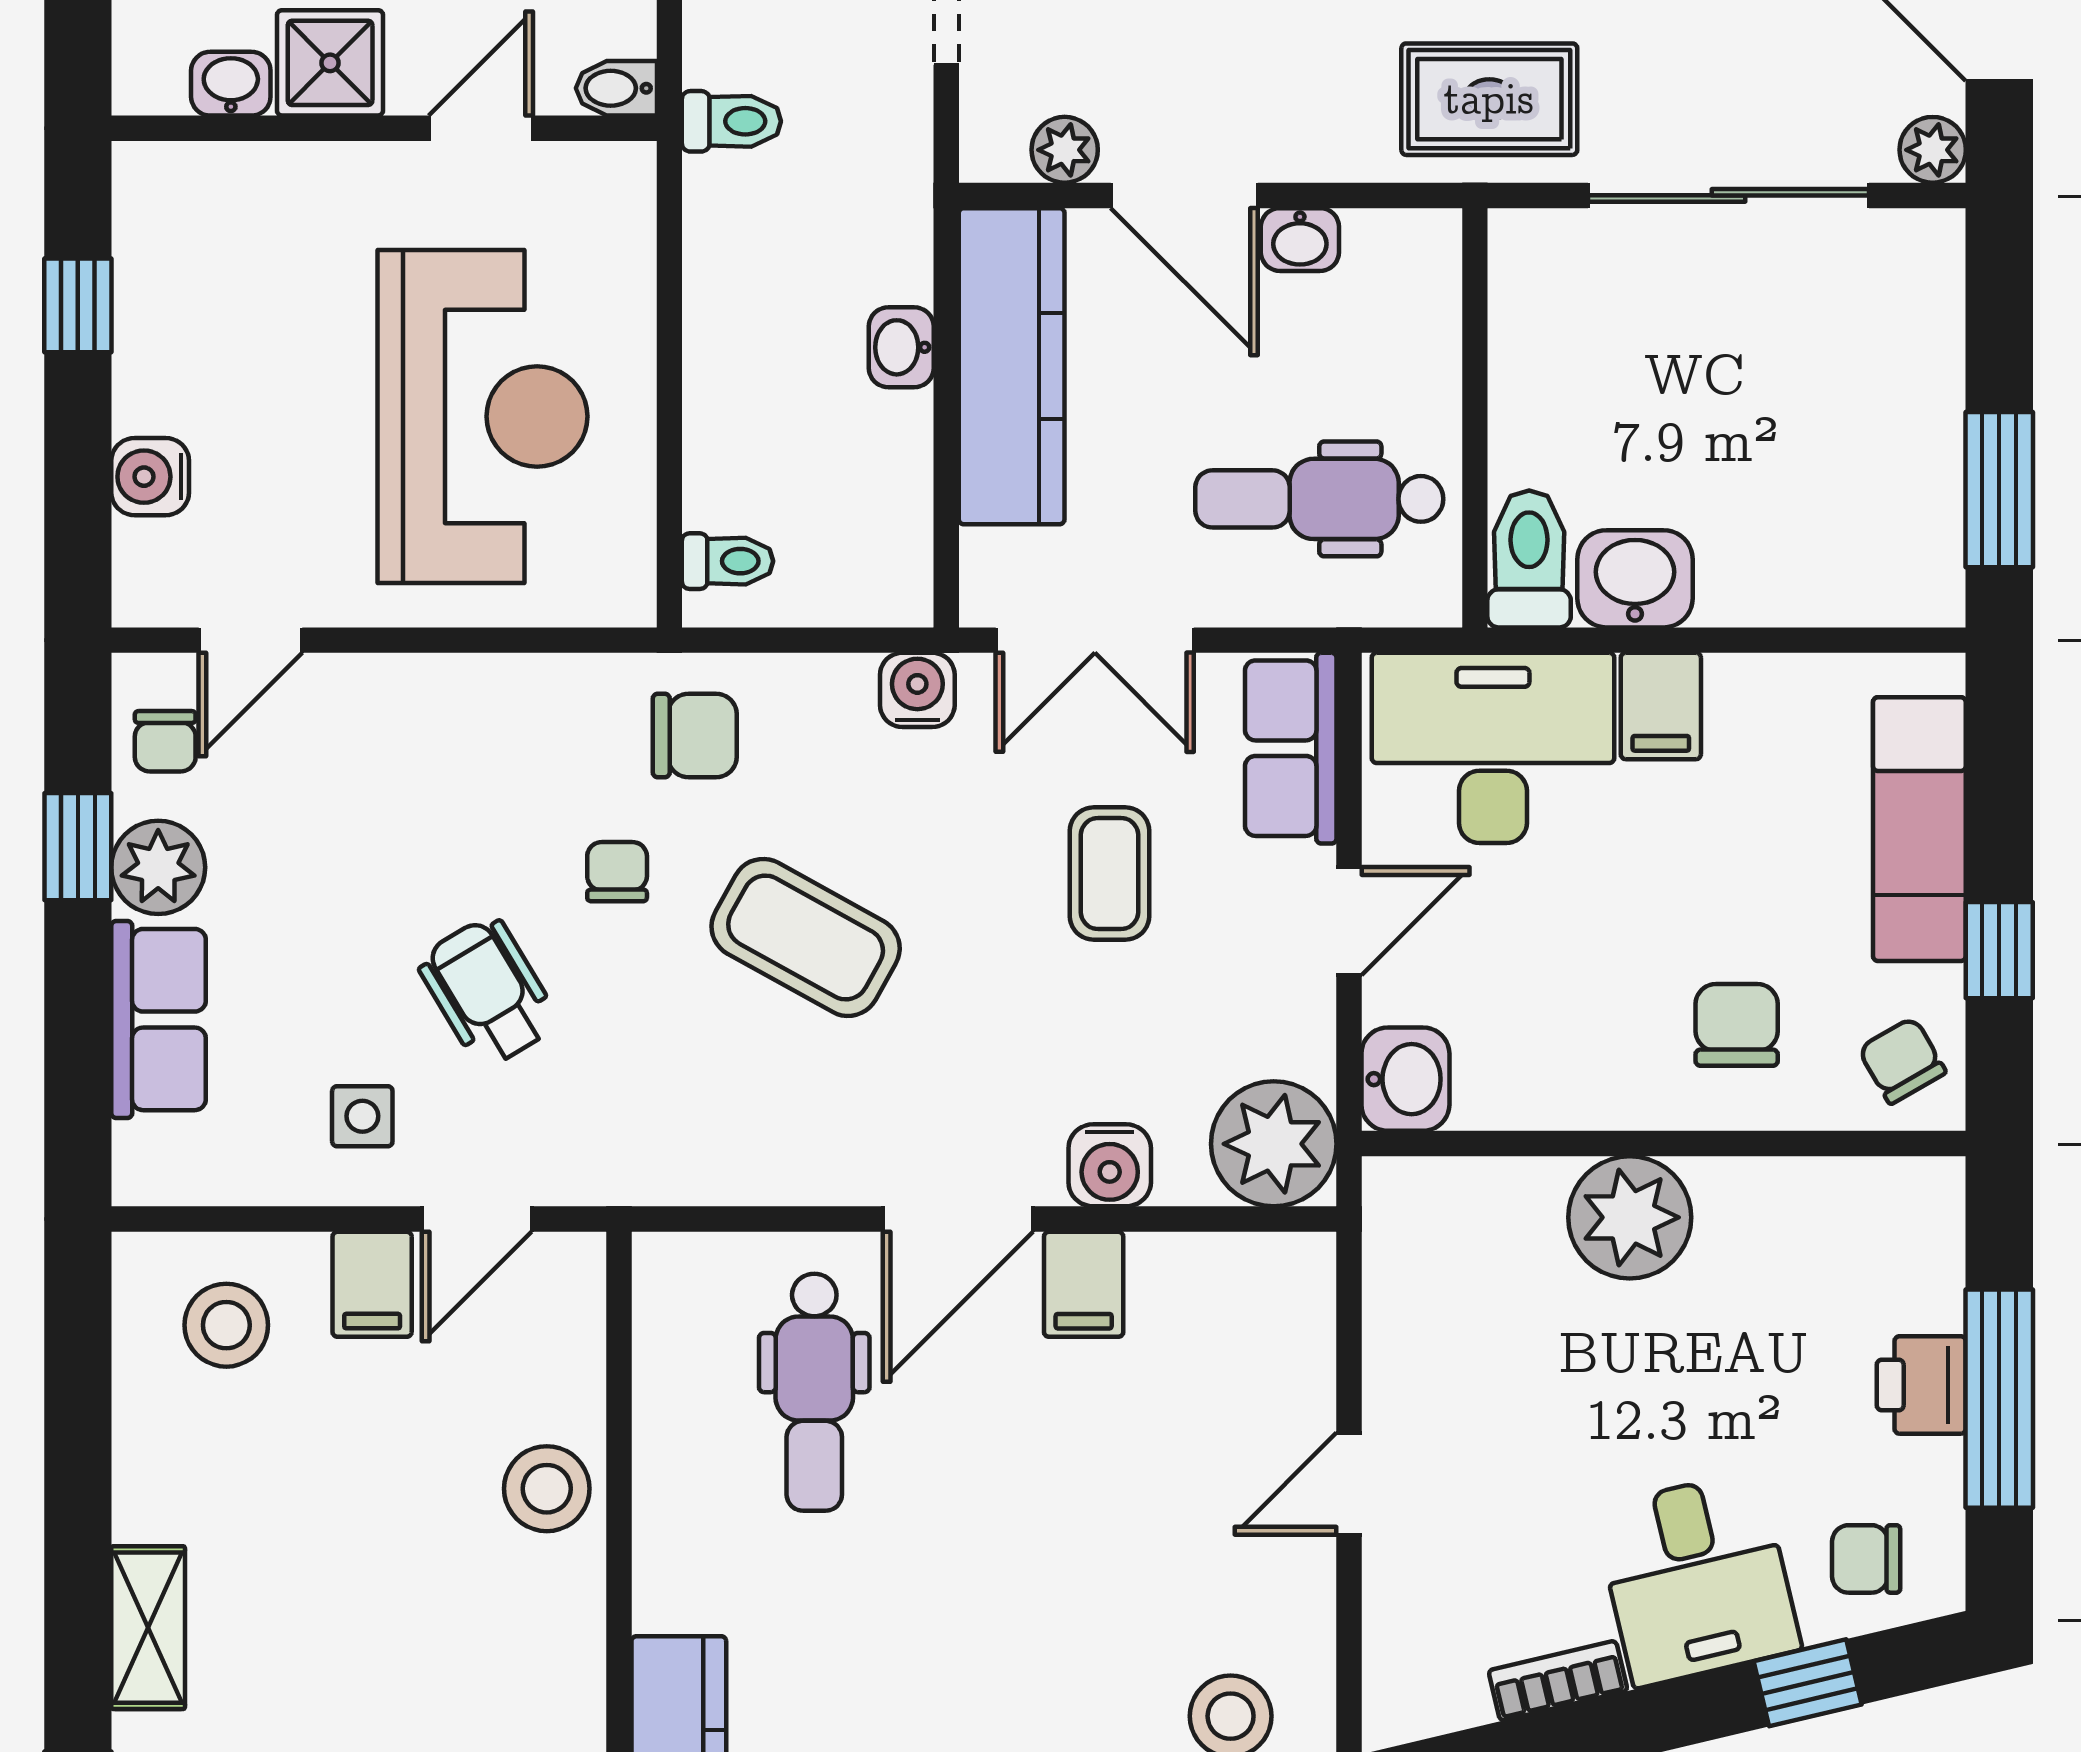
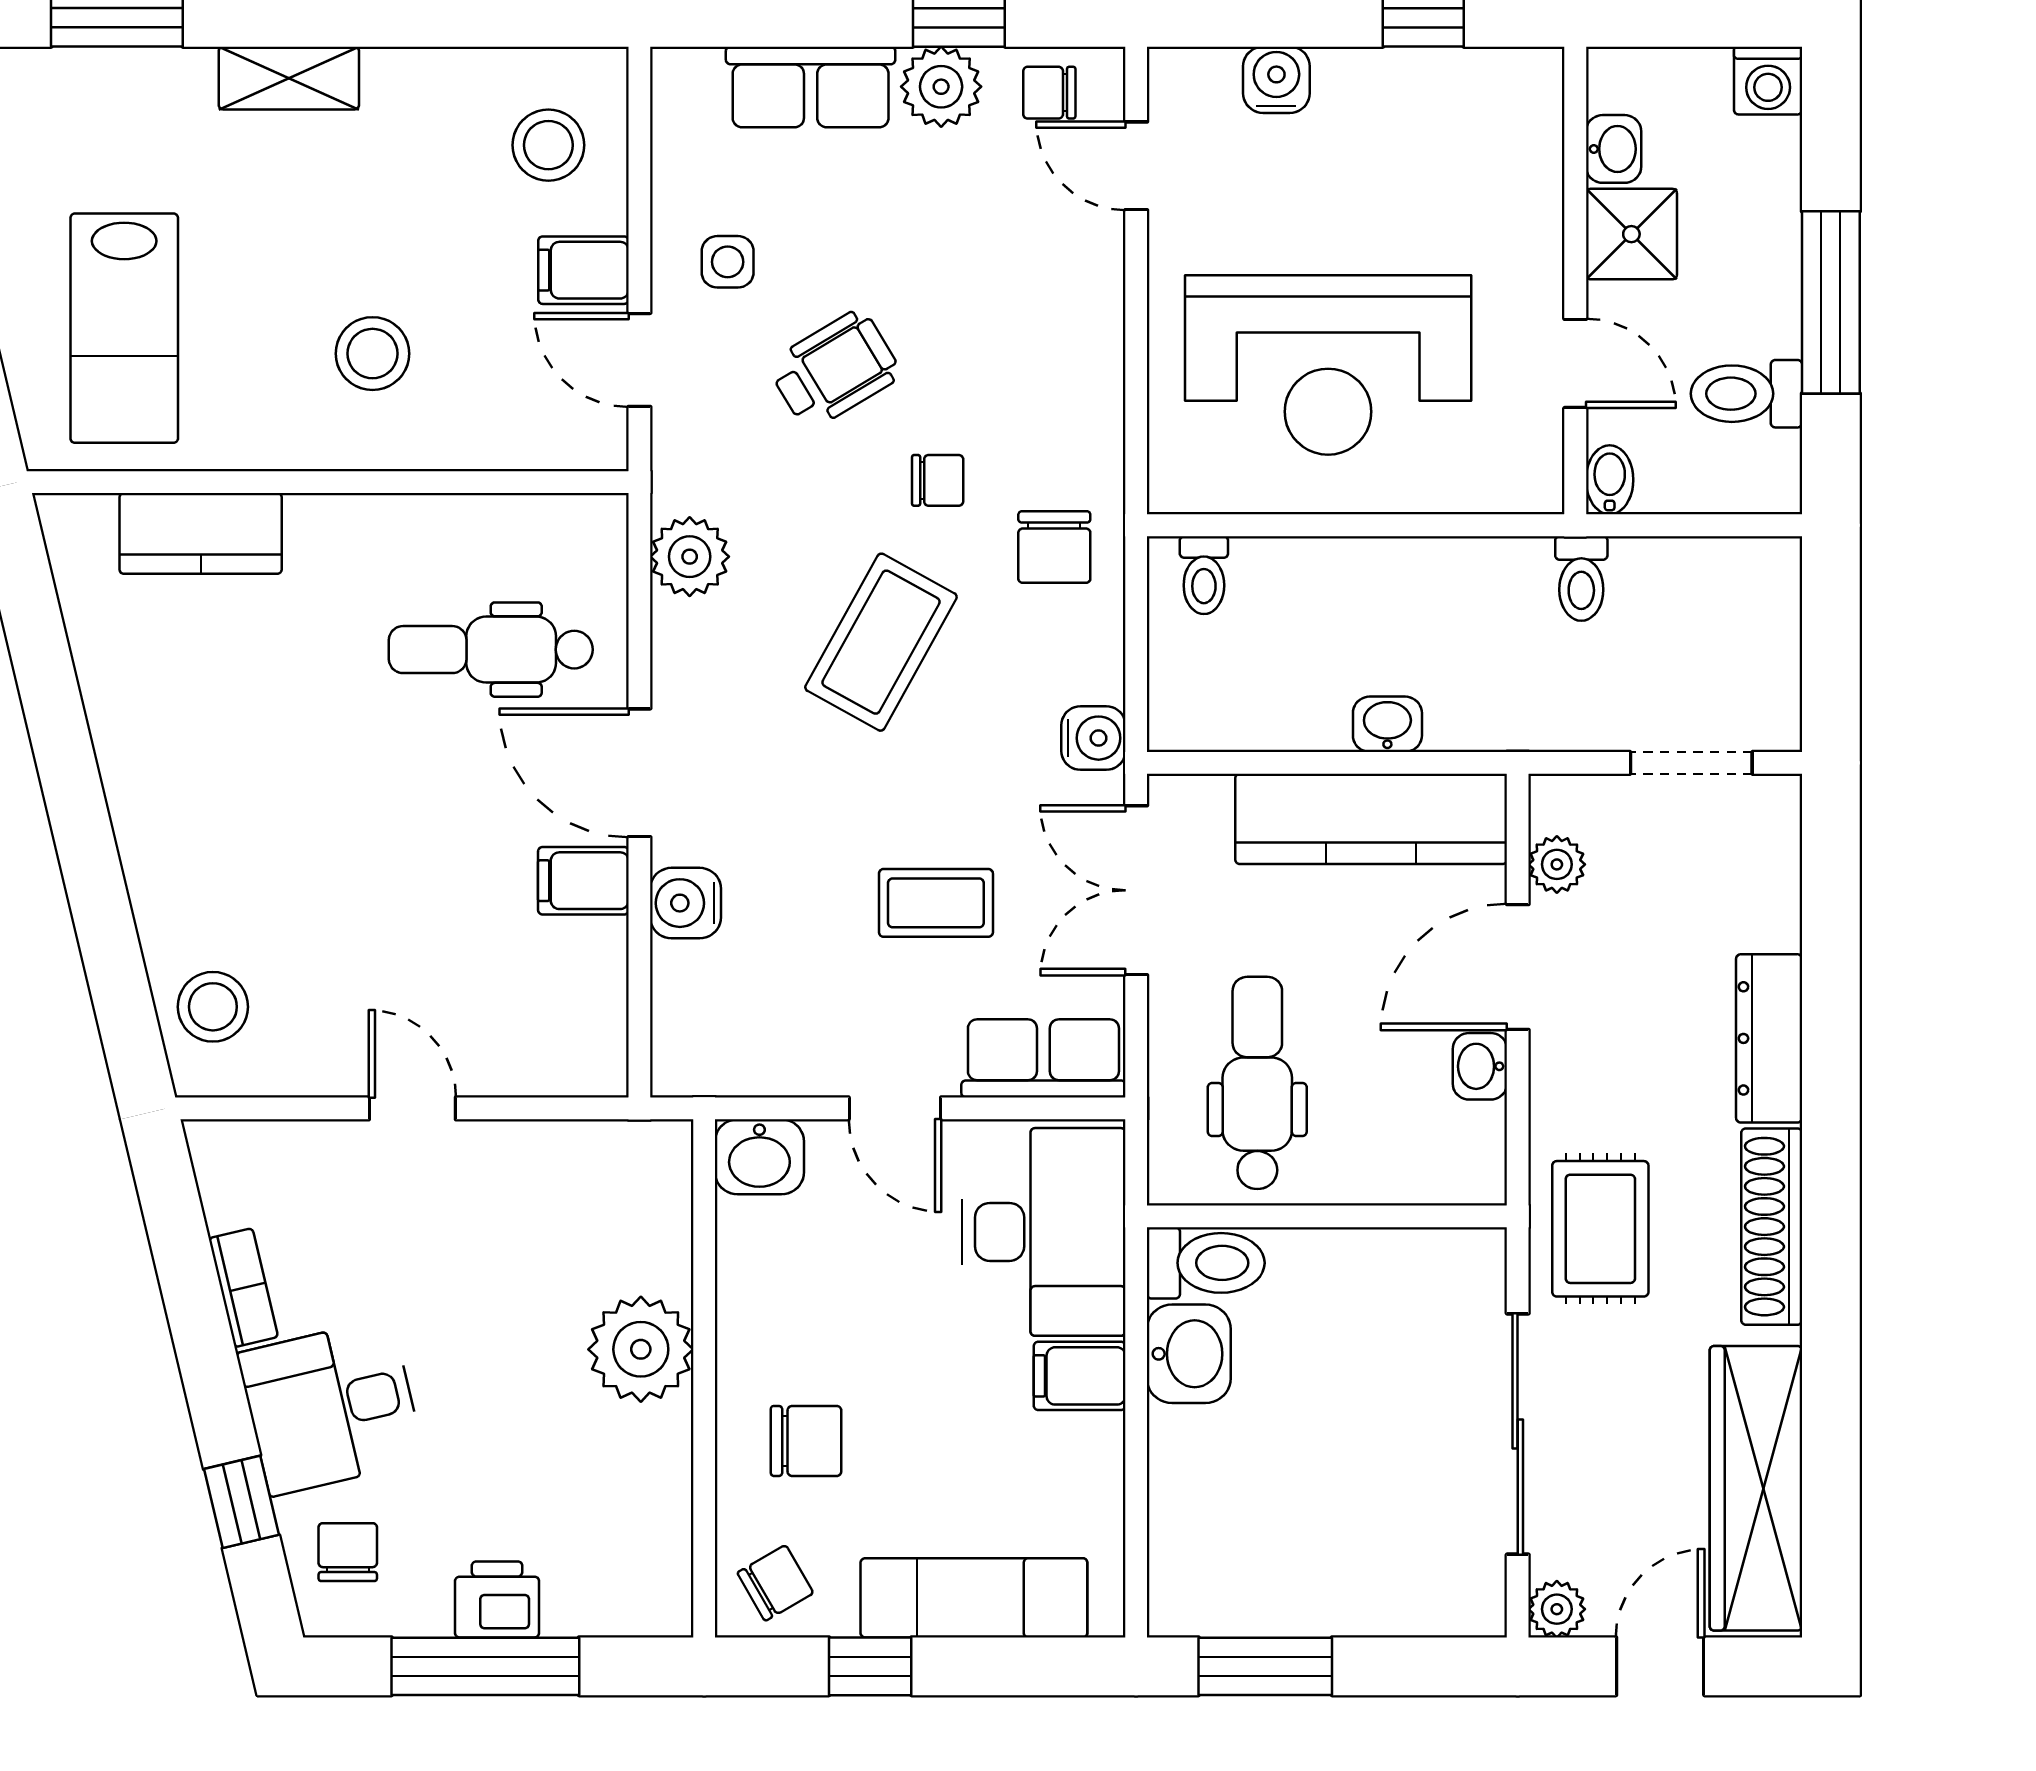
plant: (1274, 1144) -> (690, 557), moved, width x0.73, depth x0.73
stool: (547, 1489) -> (372, 354), moved

